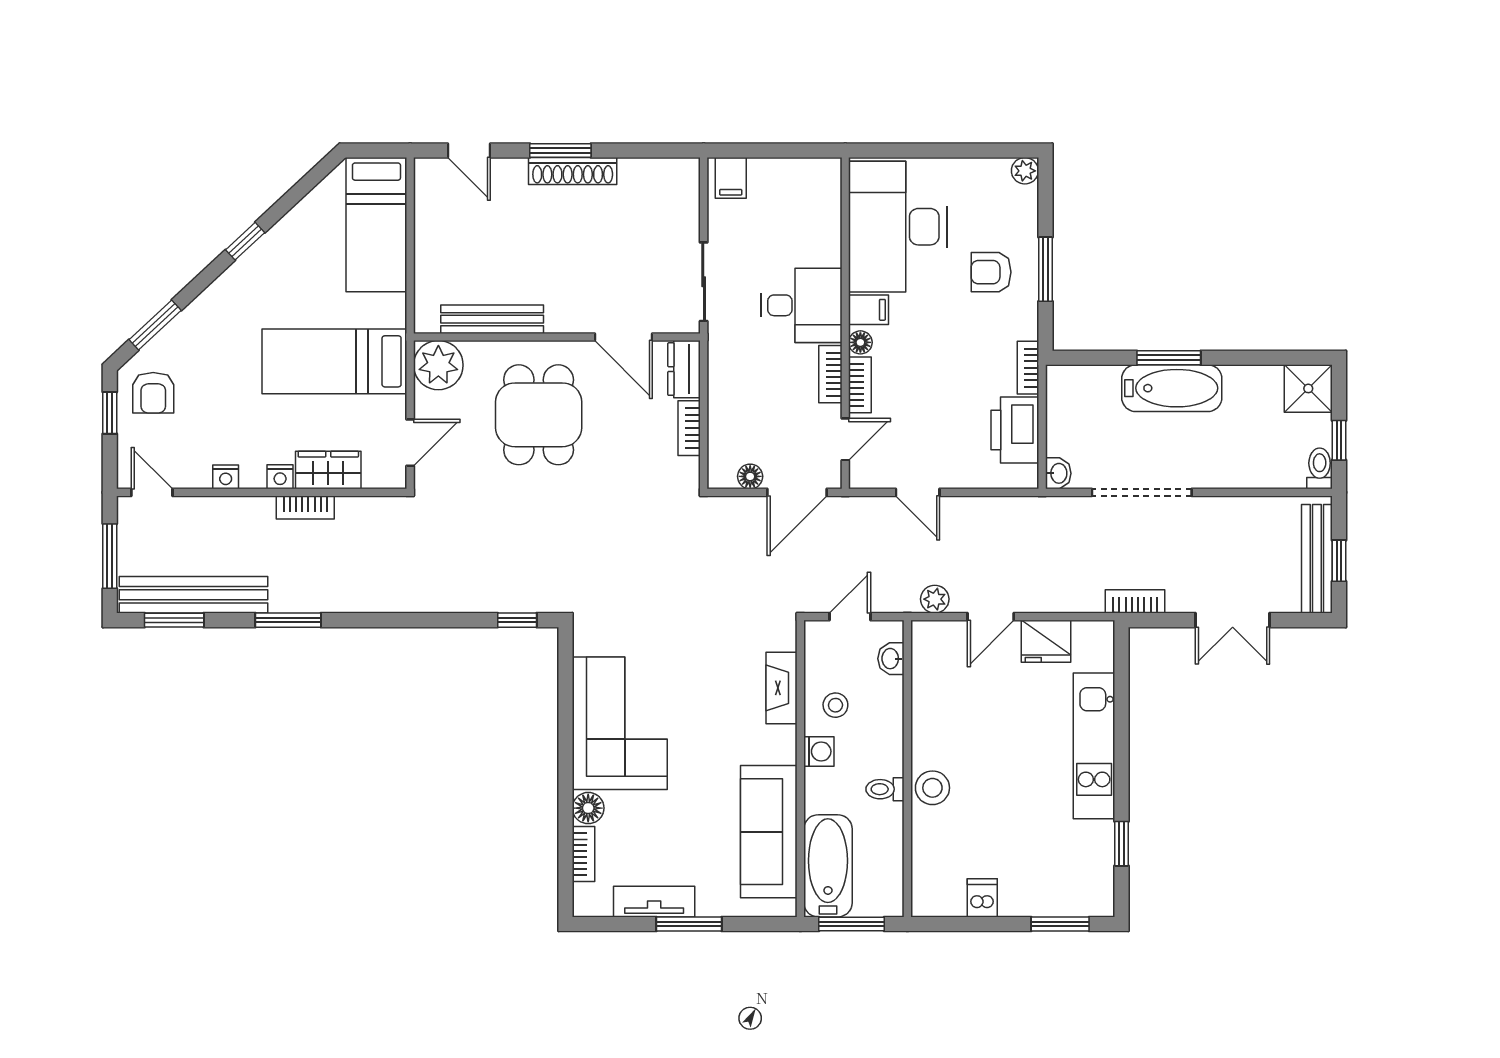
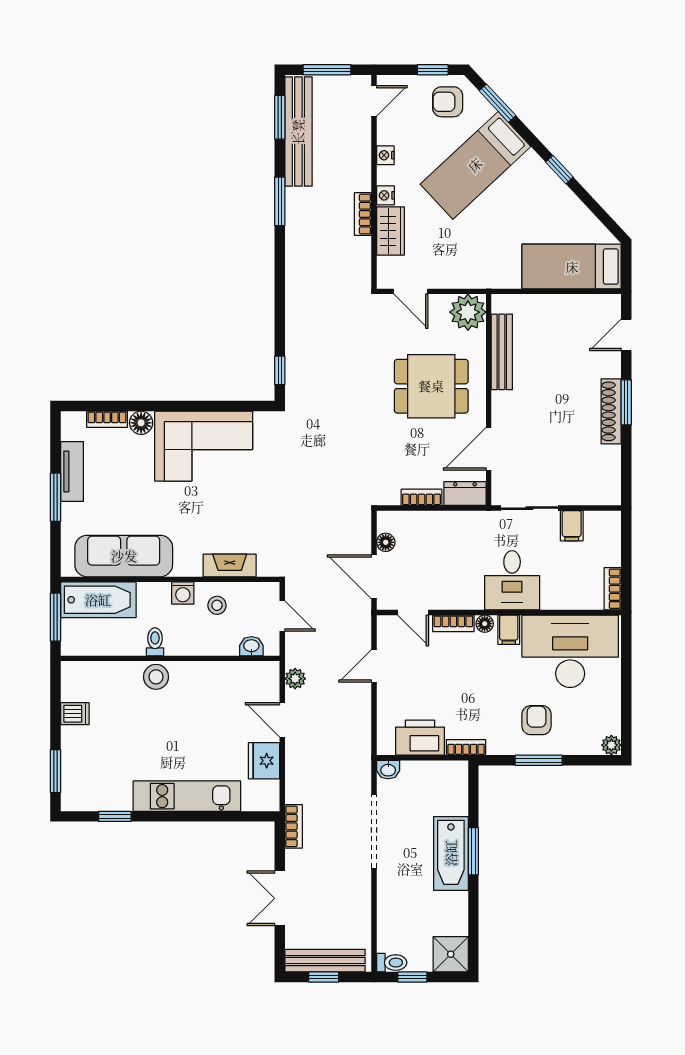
filing cabinet: (731, 178) -> (572, 526), moved, turned -90
bed: (334, 361) -> (475, 165), moved, turned -133
bookcase: (830, 374) -> (613, 589), moved, turned -90

